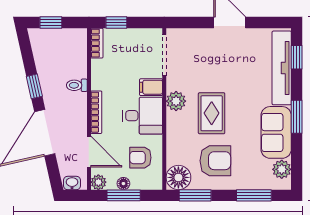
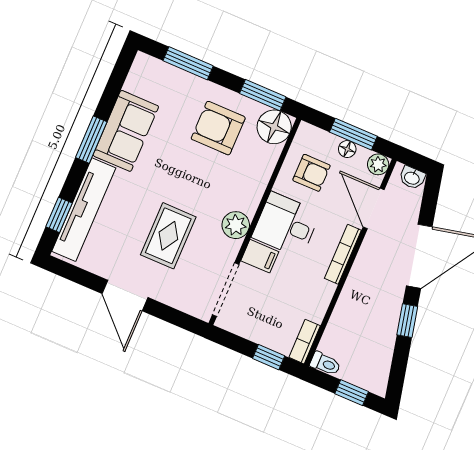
toilet: (77, 85) -> (325, 364), moved
rug: (212, 113) -> (168, 236), moved
plant: (282, 169) -> (139, 81), removed

